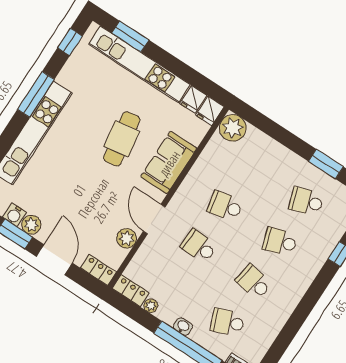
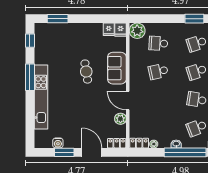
kitchen unit: (139, 64) -> (71, 29), removed
cafe table: (122, 139) -> (86, 72), width x0.73, depth x0.74
plant: (31, 225) -> (69, 142), removed
school desk: (199, 246) -> (158, 43), moved

